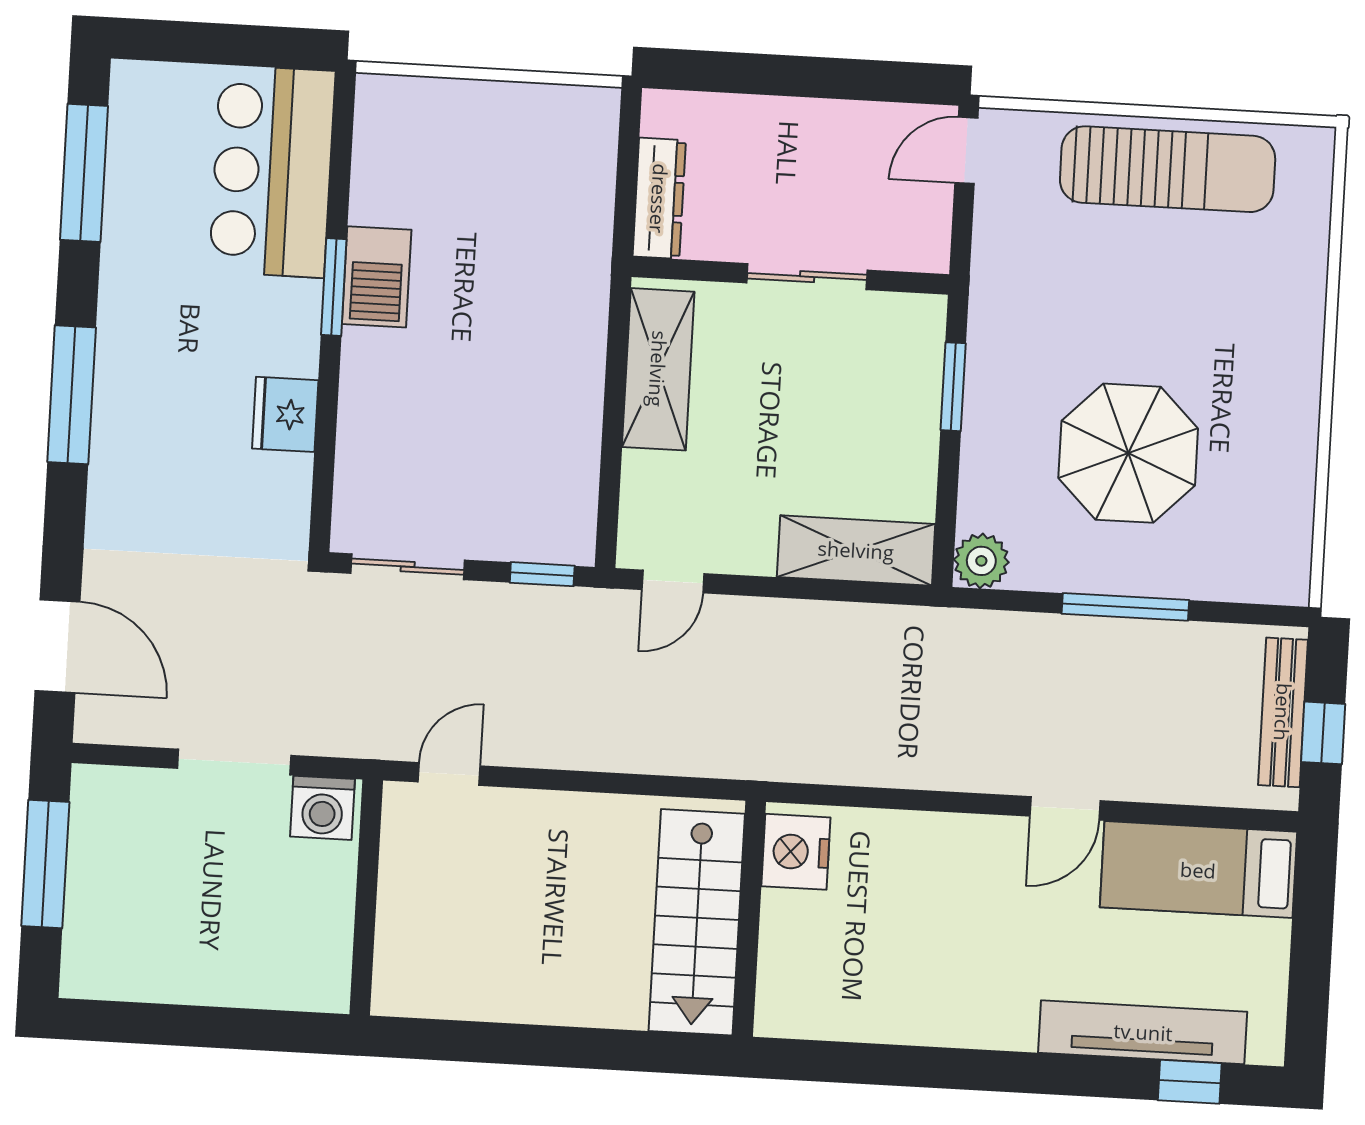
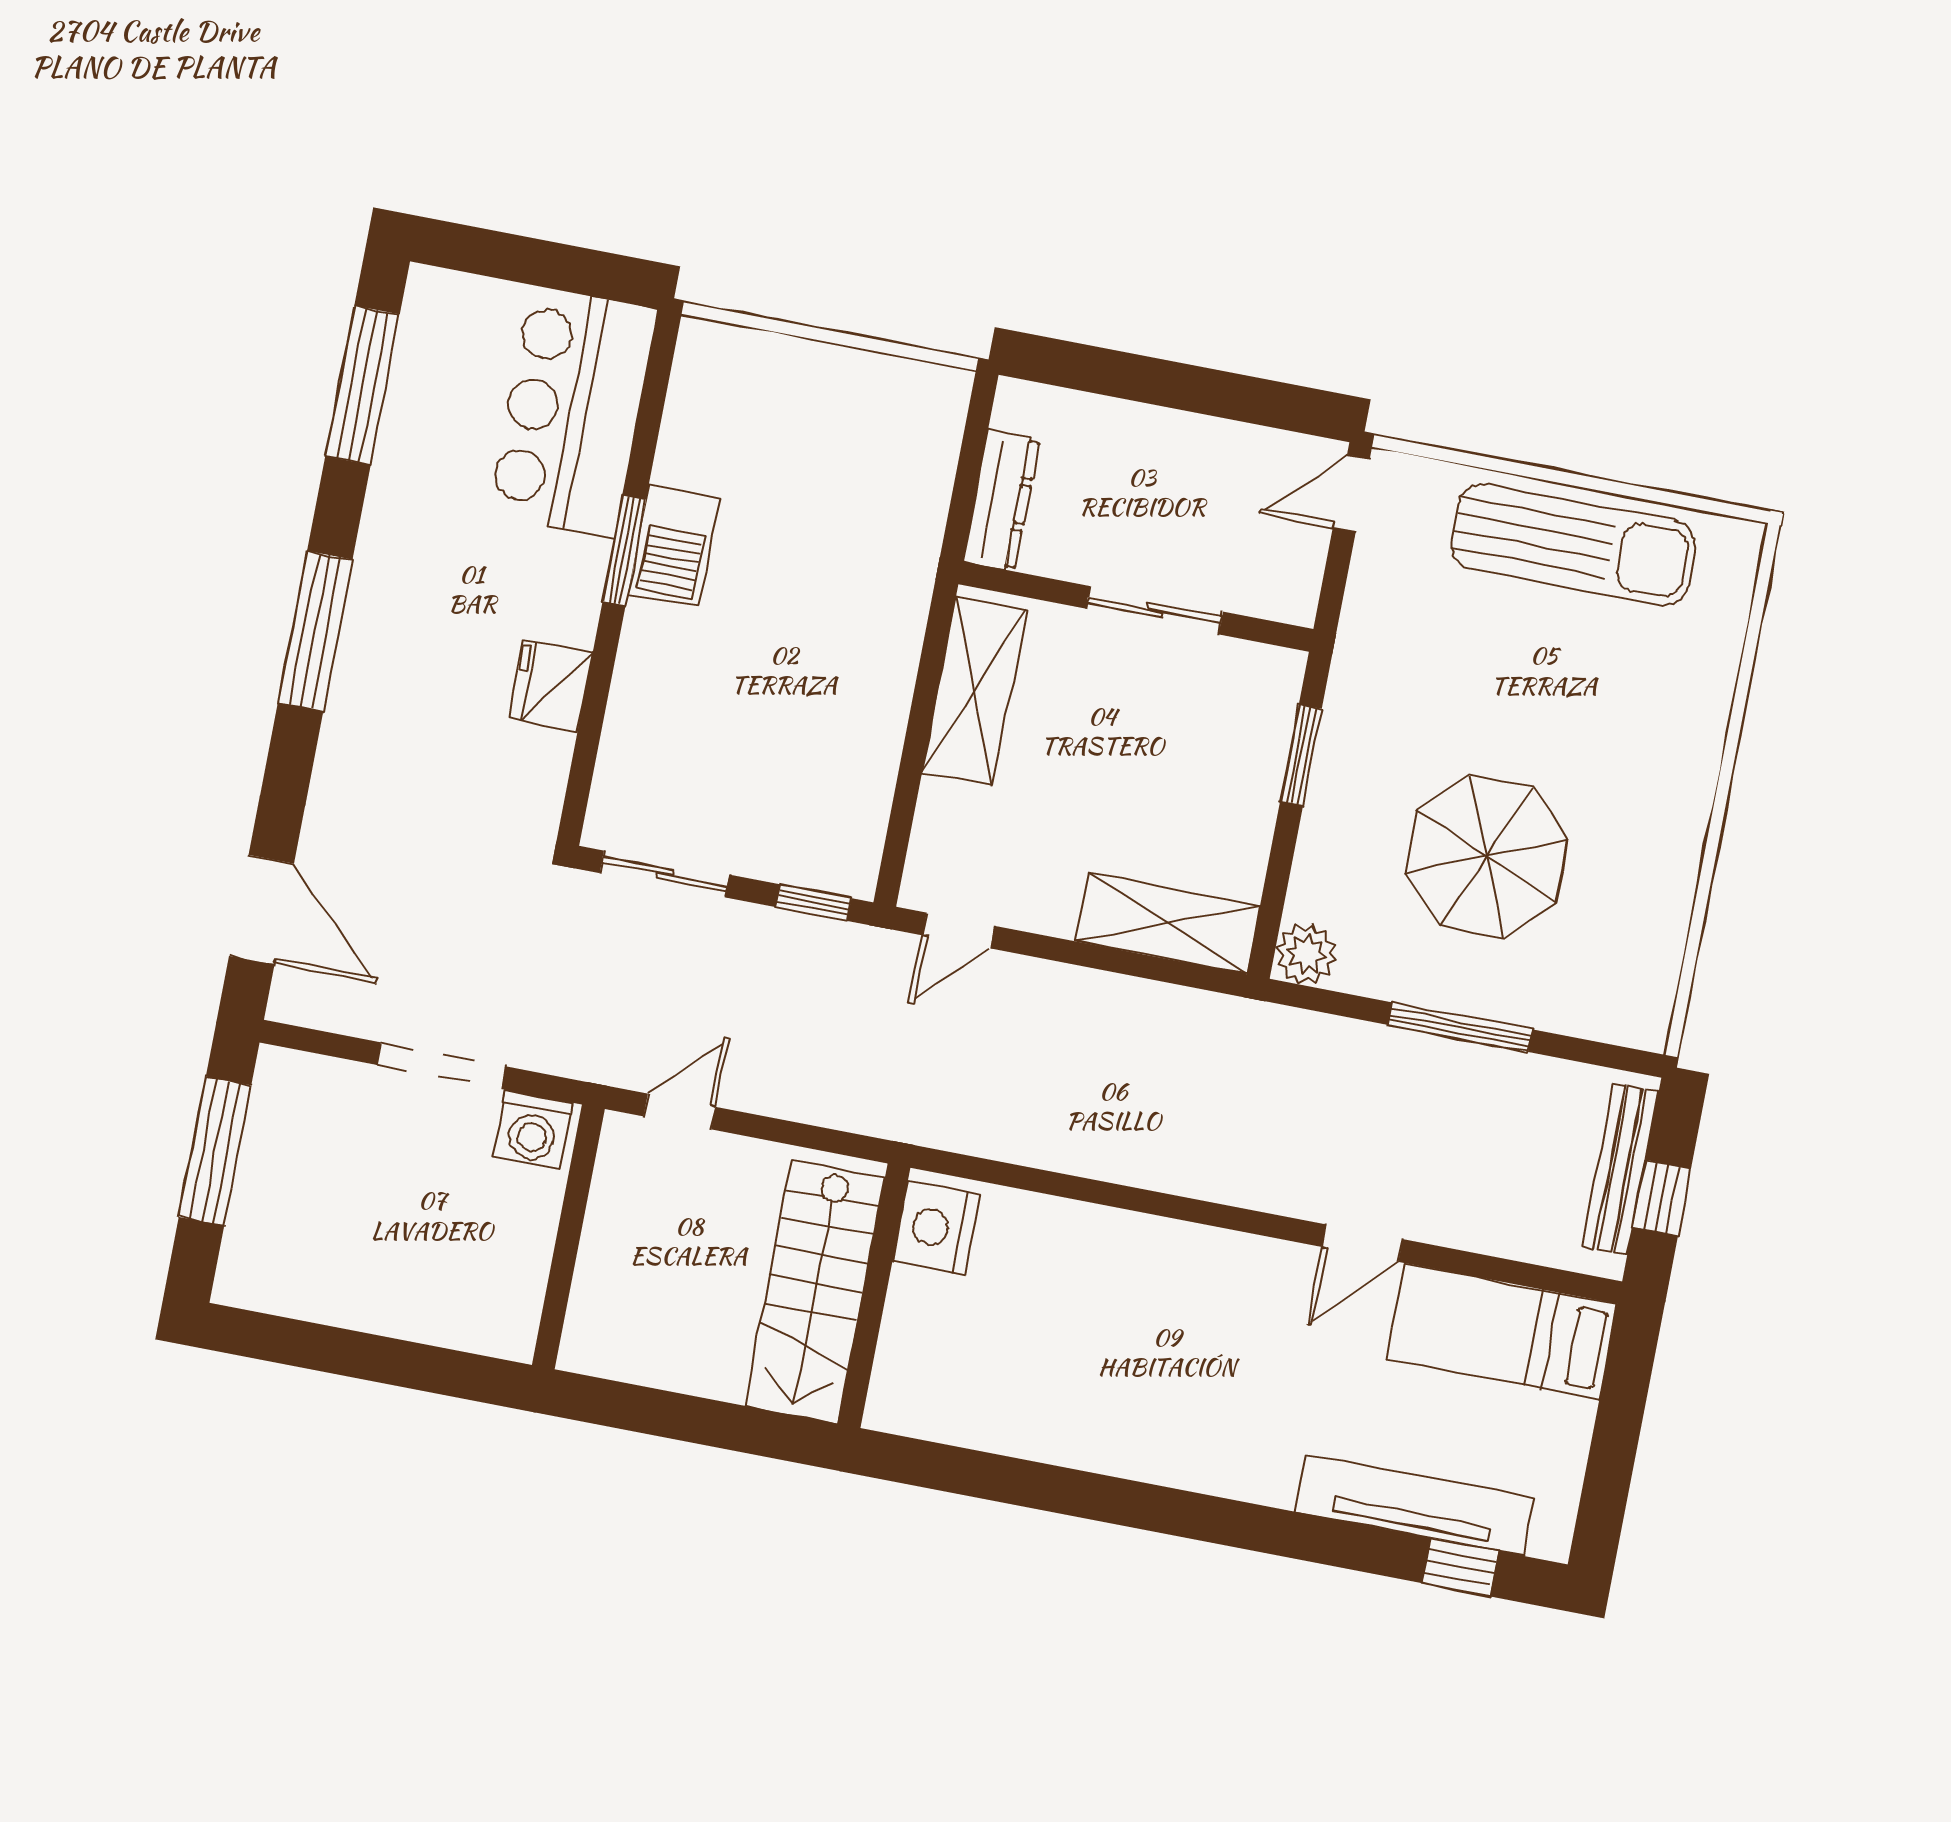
nightstand: (796, 852) -> (936, 1228), moved
wall: (749, 919) -> (874, 1296), moved
stairs: (697, 922) -> (815, 1292), moved

